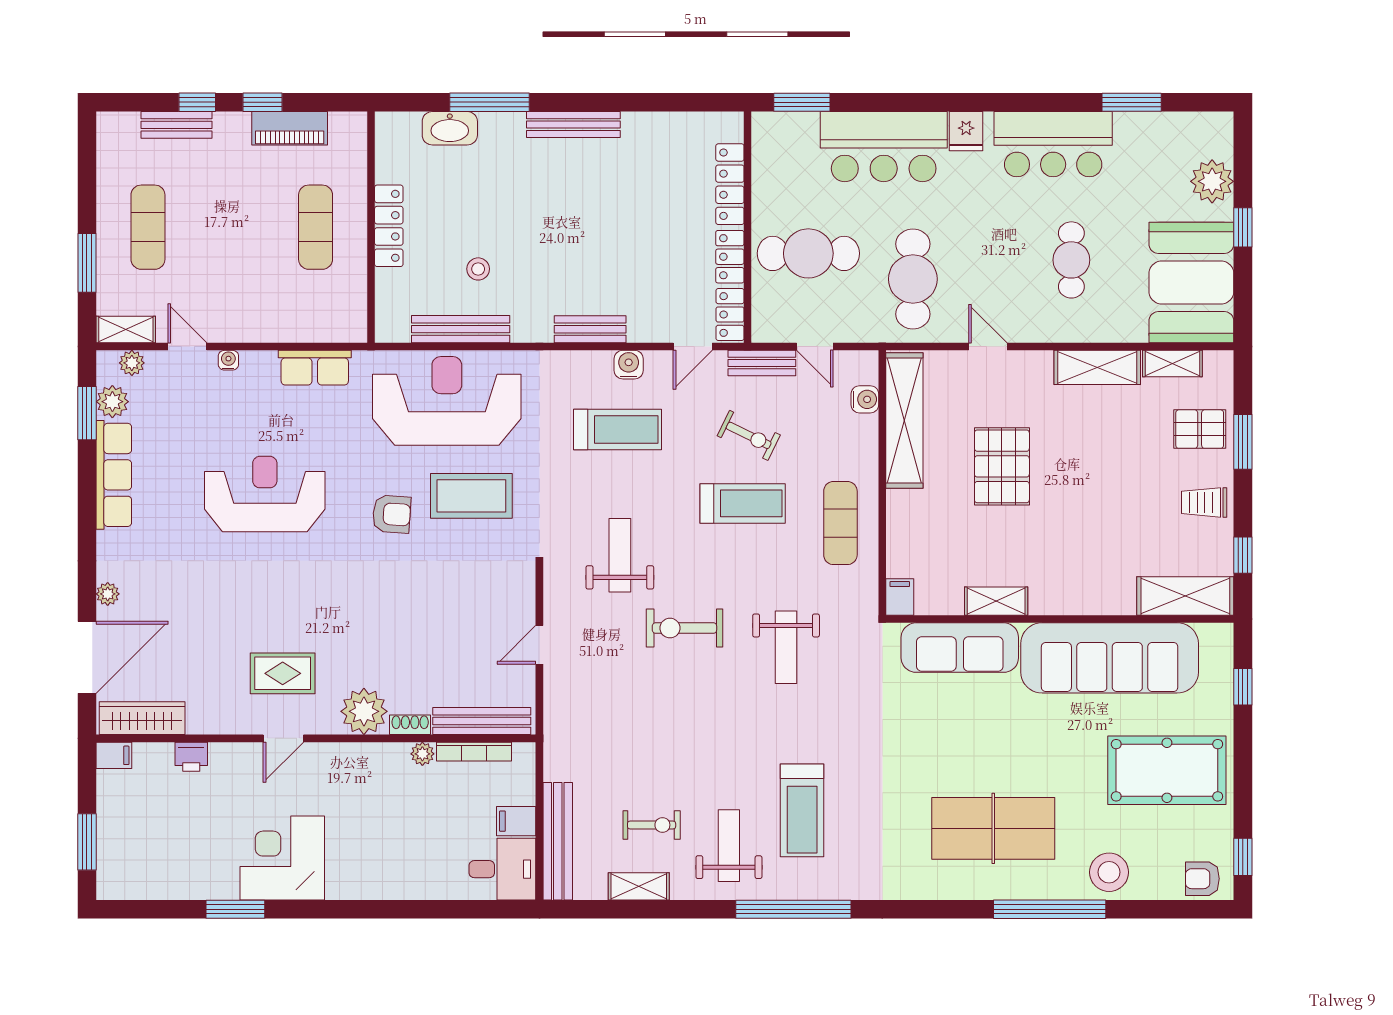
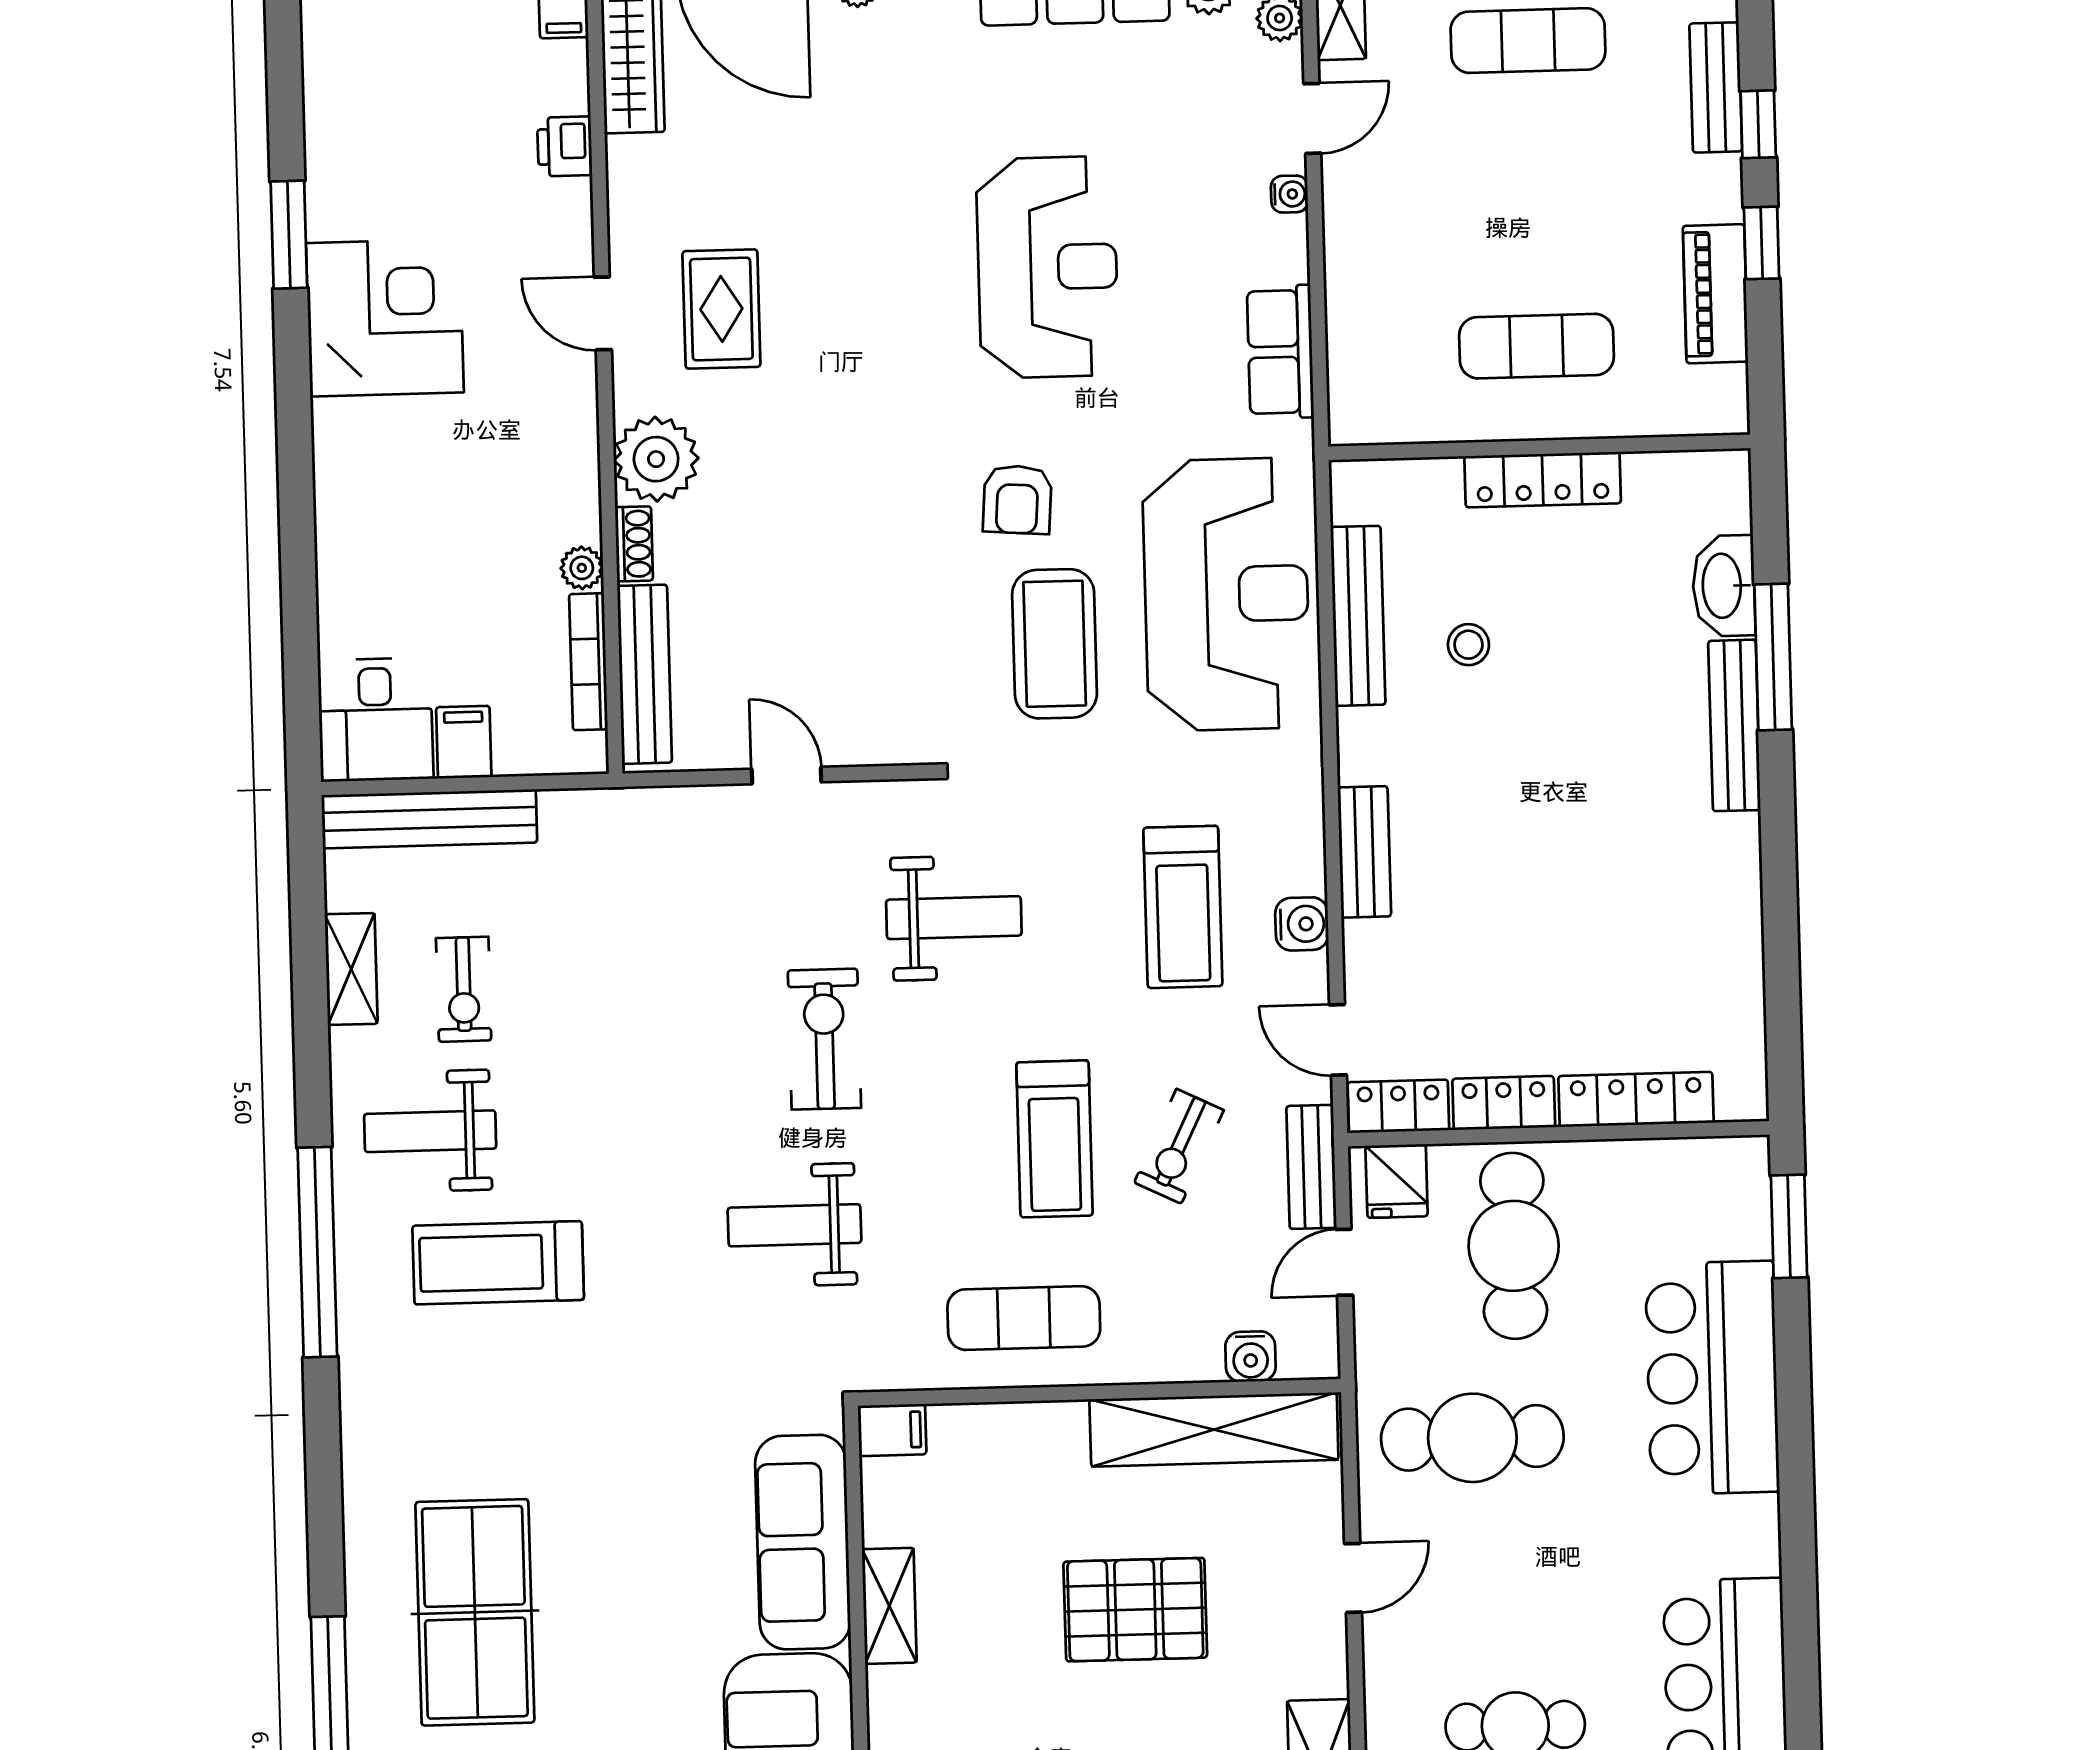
bench: (573, 125) -> (1734, 725), moved
fridge: (966, 131) -> (1397, 1181), moved, turned -90
weight bench: (729, 846) -> (430, 1131), turned 180

